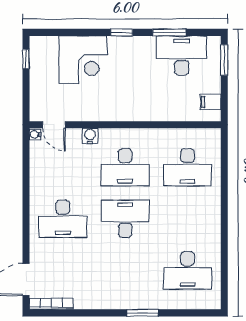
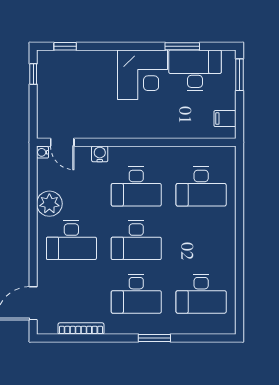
window: (122, 32) -> (65, 46), moved
corner desk: (83, 60) -> (143, 75), moved
plant: (42, 184) -> (49, 204), added
desk: (125, 219) -> (136, 240), turned 180
desk: (125, 270) -> (136, 294), added
bookcase: (51, 304) -> (81, 329), moved

